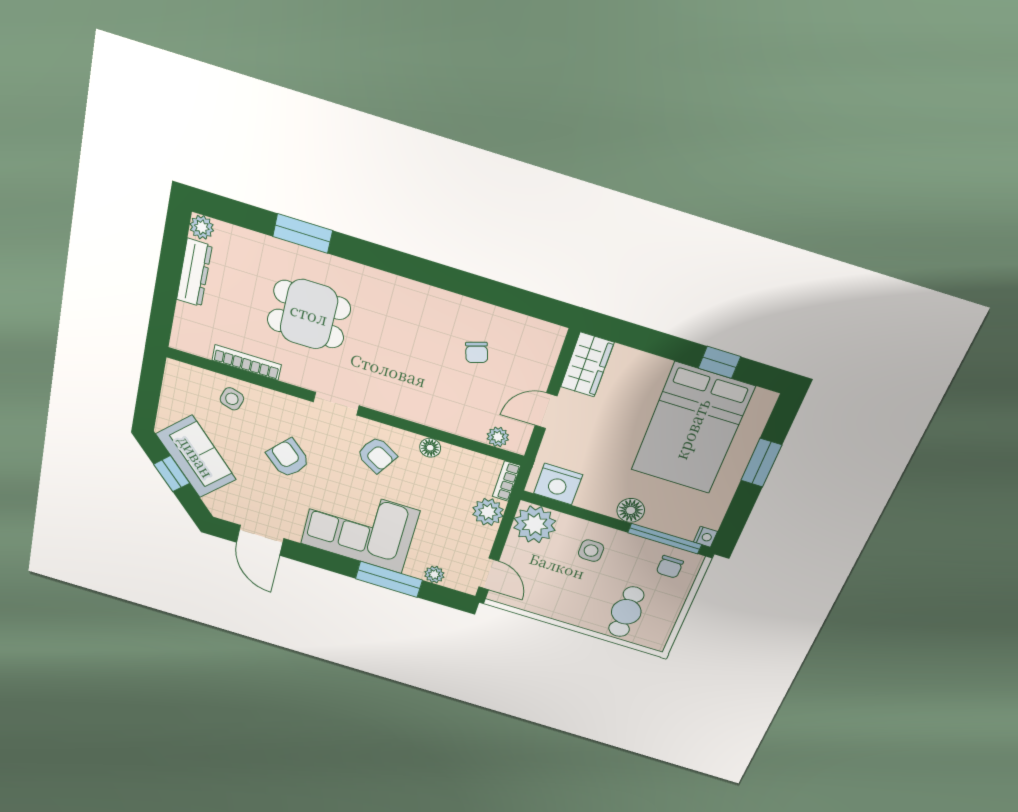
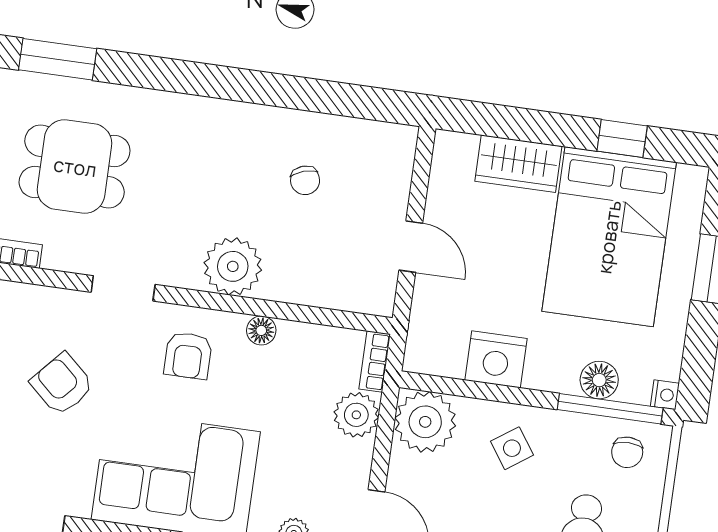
wardrobe: (587, 365) -> (518, 164), moved, turned 90
door: (546, 411) -> (411, 247), swing flipped
plant: (498, 437) -> (233, 266), moved, width x1.87, depth x1.87
armchair: (377, 455) -> (188, 356), turned 59
nightstand: (558, 484) -> (496, 359), moved
floor lamp: (631, 510) -> (599, 380), moved
side table: (591, 551) -> (512, 448), turned -35

